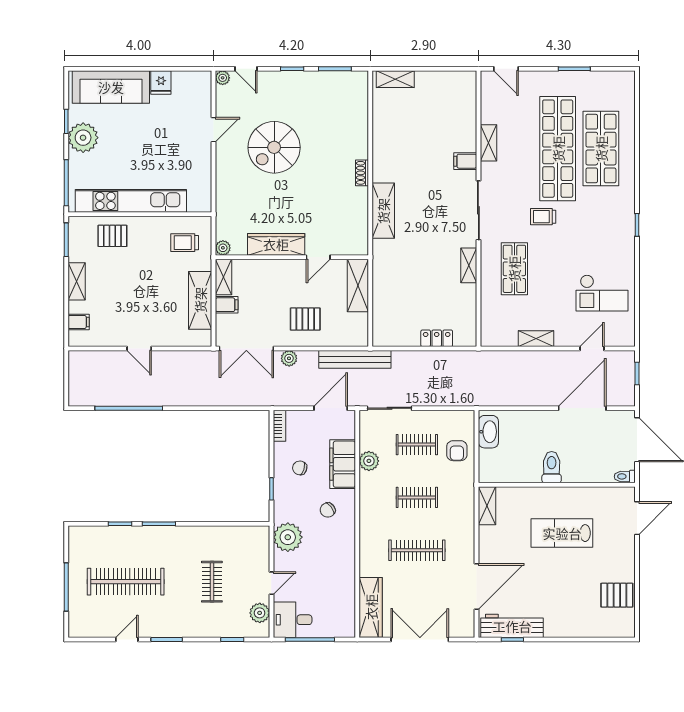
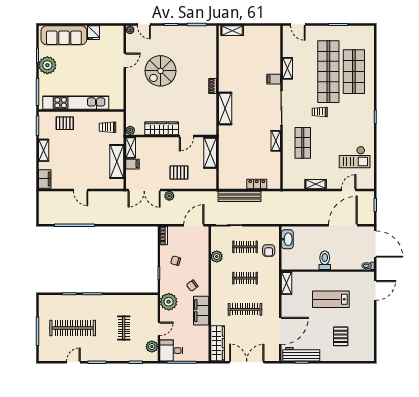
filing cabinet: (79, 322) -> (45, 179), width x2.00
bench: (355, 359) -> (239, 196), moved
filing cabinet: (343, 464) -> (201, 311), moved
pallet: (617, 595) -> (341, 336), moved, turned 90

